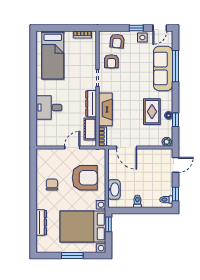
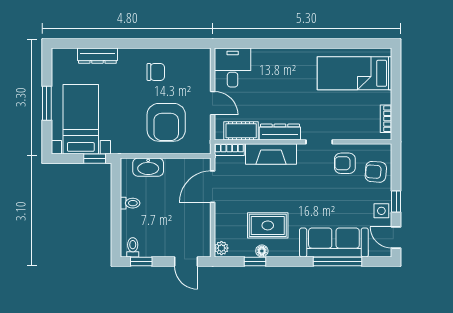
desk: (49, 108) -> (233, 67), moved
bed with nightstands: (83, 226) -> (81, 119), width x0.73

